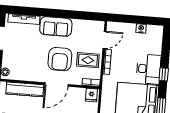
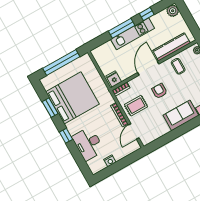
armchair: (60, 59) -> (159, 91), width x0.53, depth x0.53
coffee table: (30, 69) -> (178, 66), added
desk: (149, 69) -> (88, 144), moved

